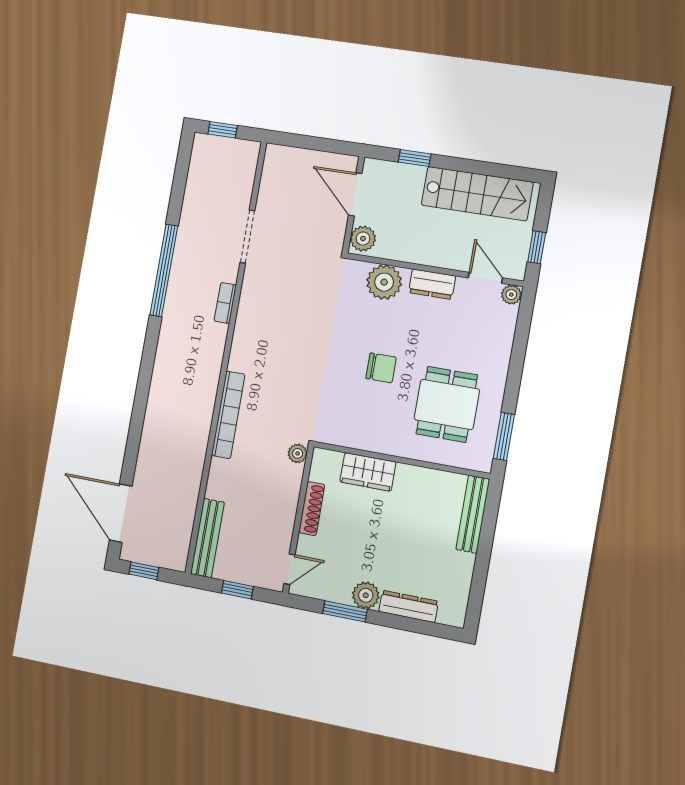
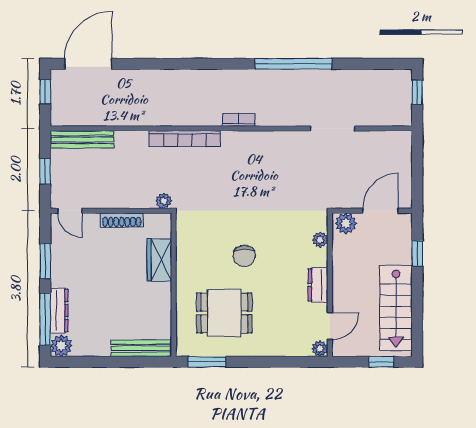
window: (537, 247) -> (381, 362), moved
plant: (384, 282) -> (320, 240), width x0.53, depth x0.53
bookcase: (225, 303) -> (239, 120), moved
plant: (366, 595) -> (61, 346), moved
window: (416, 626) -> (45, 319), added

